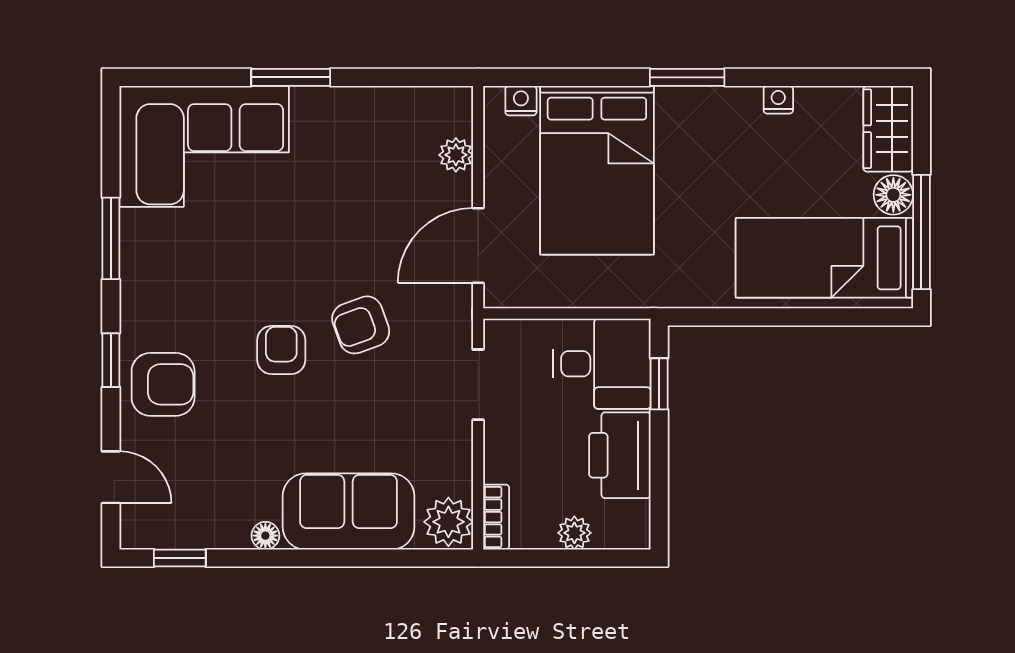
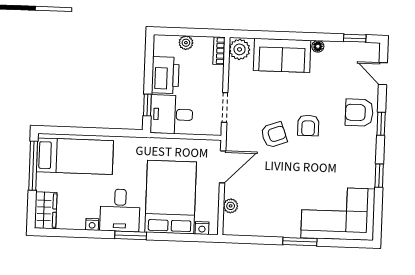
desk: (714, 135) -> (120, 210), added
floor lamp: (893, 195) -> (45, 182), removed
window: (111, 238) -> (379, 176), width x0.67

